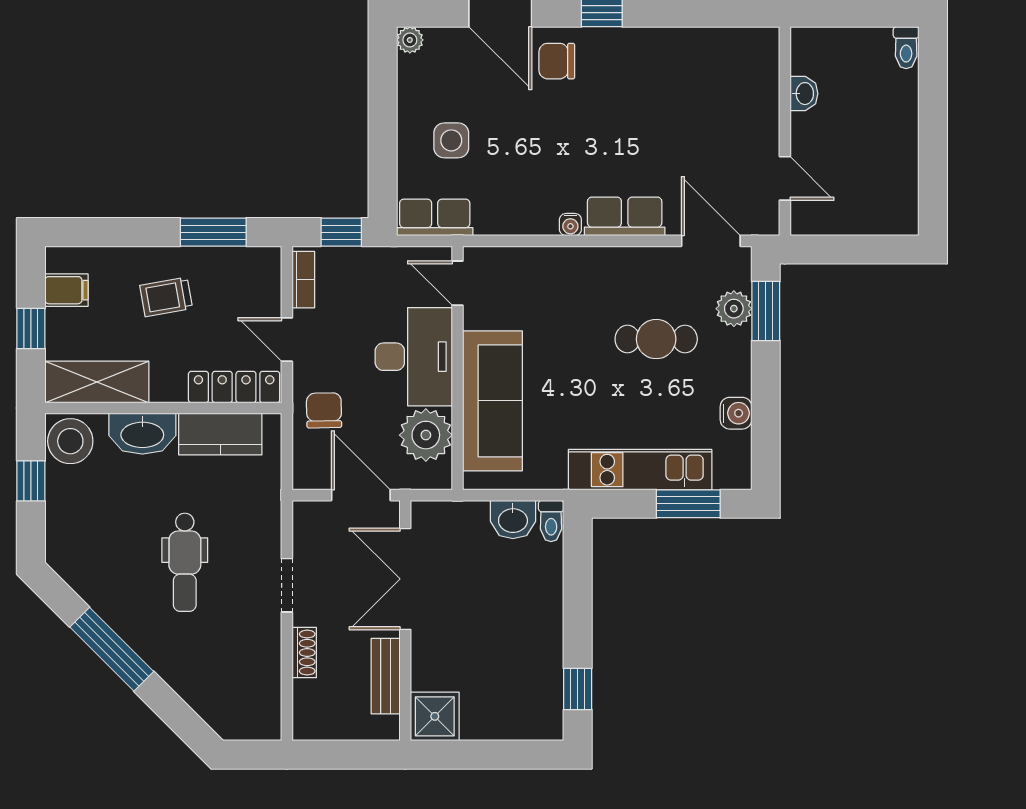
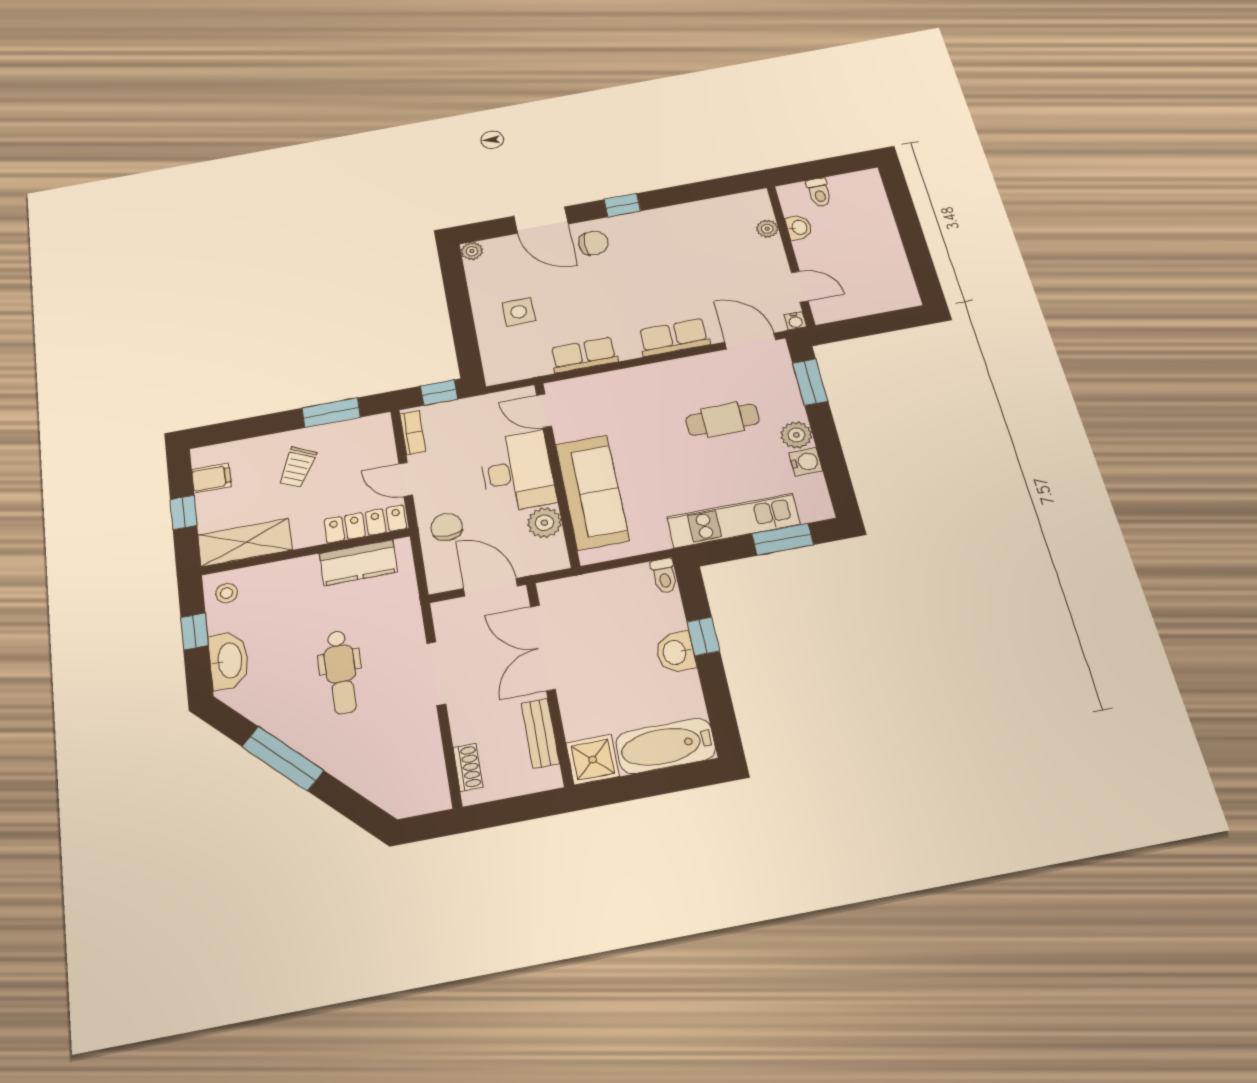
toilet: (906, 48) -> (819, 192), moved
chair: (557, 61) -> (593, 243), turned 180
plant: (767, 87) -> (767, 229), added
row of seats: (435, 217) -> (584, 355), moved
water cooler: (570, 225) -> (795, 321), moved
trolley: (166, 297) -> (297, 467), turned -54
plant: (734, 309) -> (796, 435), moved
washbasin: (142, 434) -> (229, 661), moved, turned -90
plant: (426, 435) -> (544, 523), width x0.73, depth x0.73
stool: (70, 441) -> (227, 593), width x0.53, depth x0.53
washbasin: (513, 519) -> (675, 652), moved, turned 90
doorway: (287, 585) -> (436, 673), width x1.38
shoe rack: (304, 653) -> (468, 767), moved
window: (578, 689) -> (703, 636), moved
bathtub: (513, 717) -> (666, 746), added

